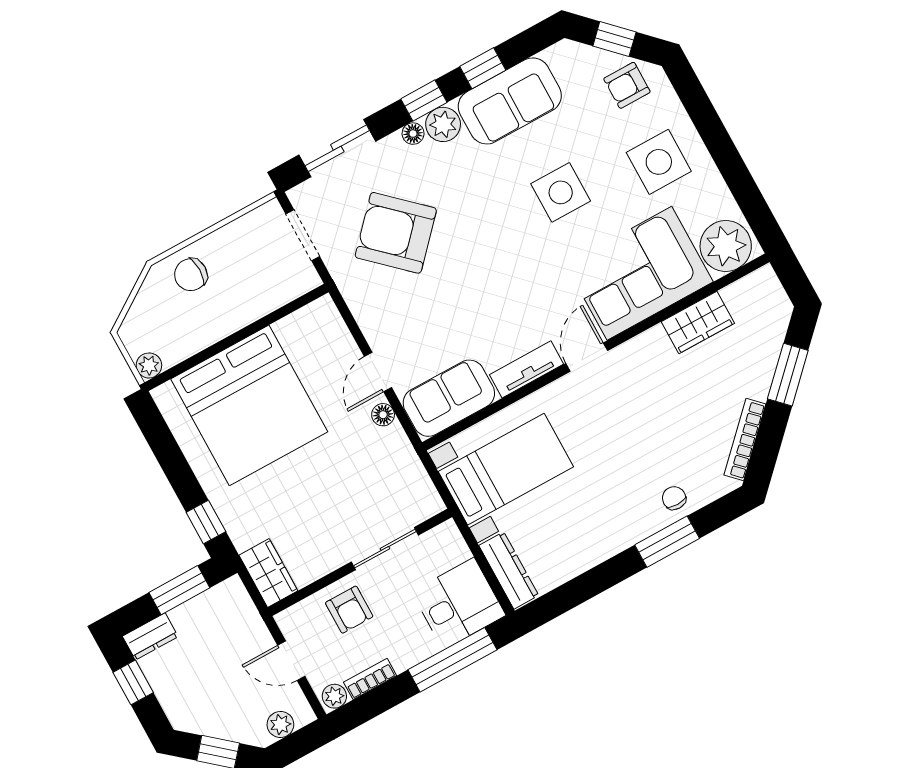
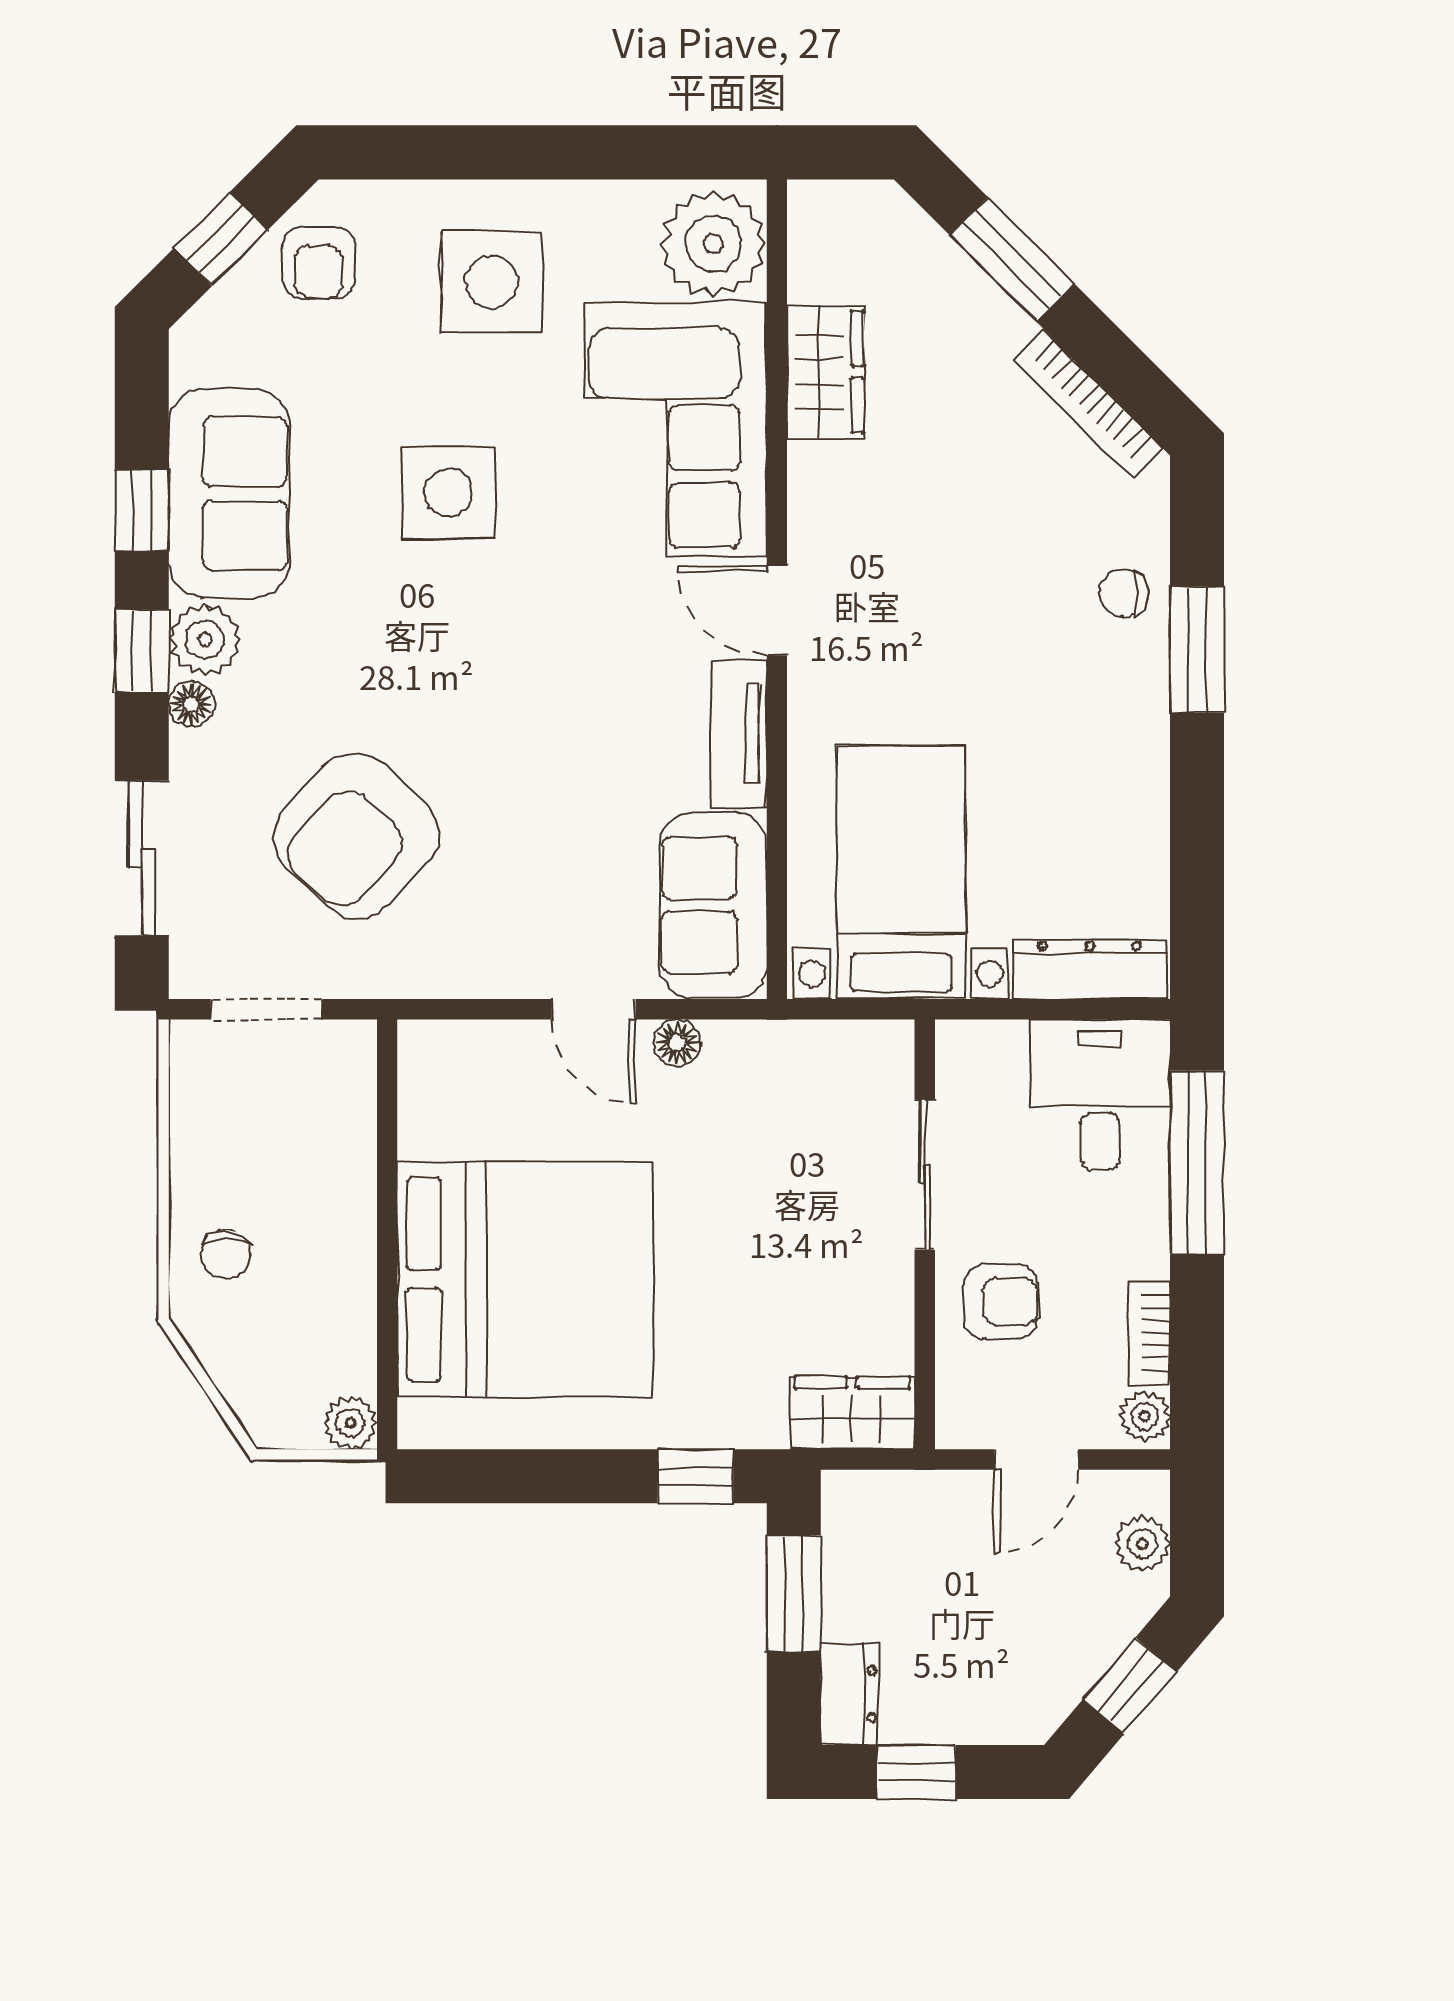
chair: (191, 275) -> (226, 1254), width x0.73, depth x0.73

